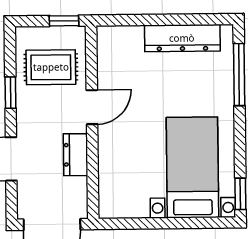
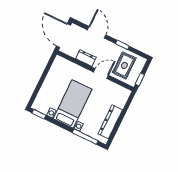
door: (92, 107) -> (101, 74), swing flipped
bed with nightstands: (192, 167) -> (73, 104), moved, turned -90

